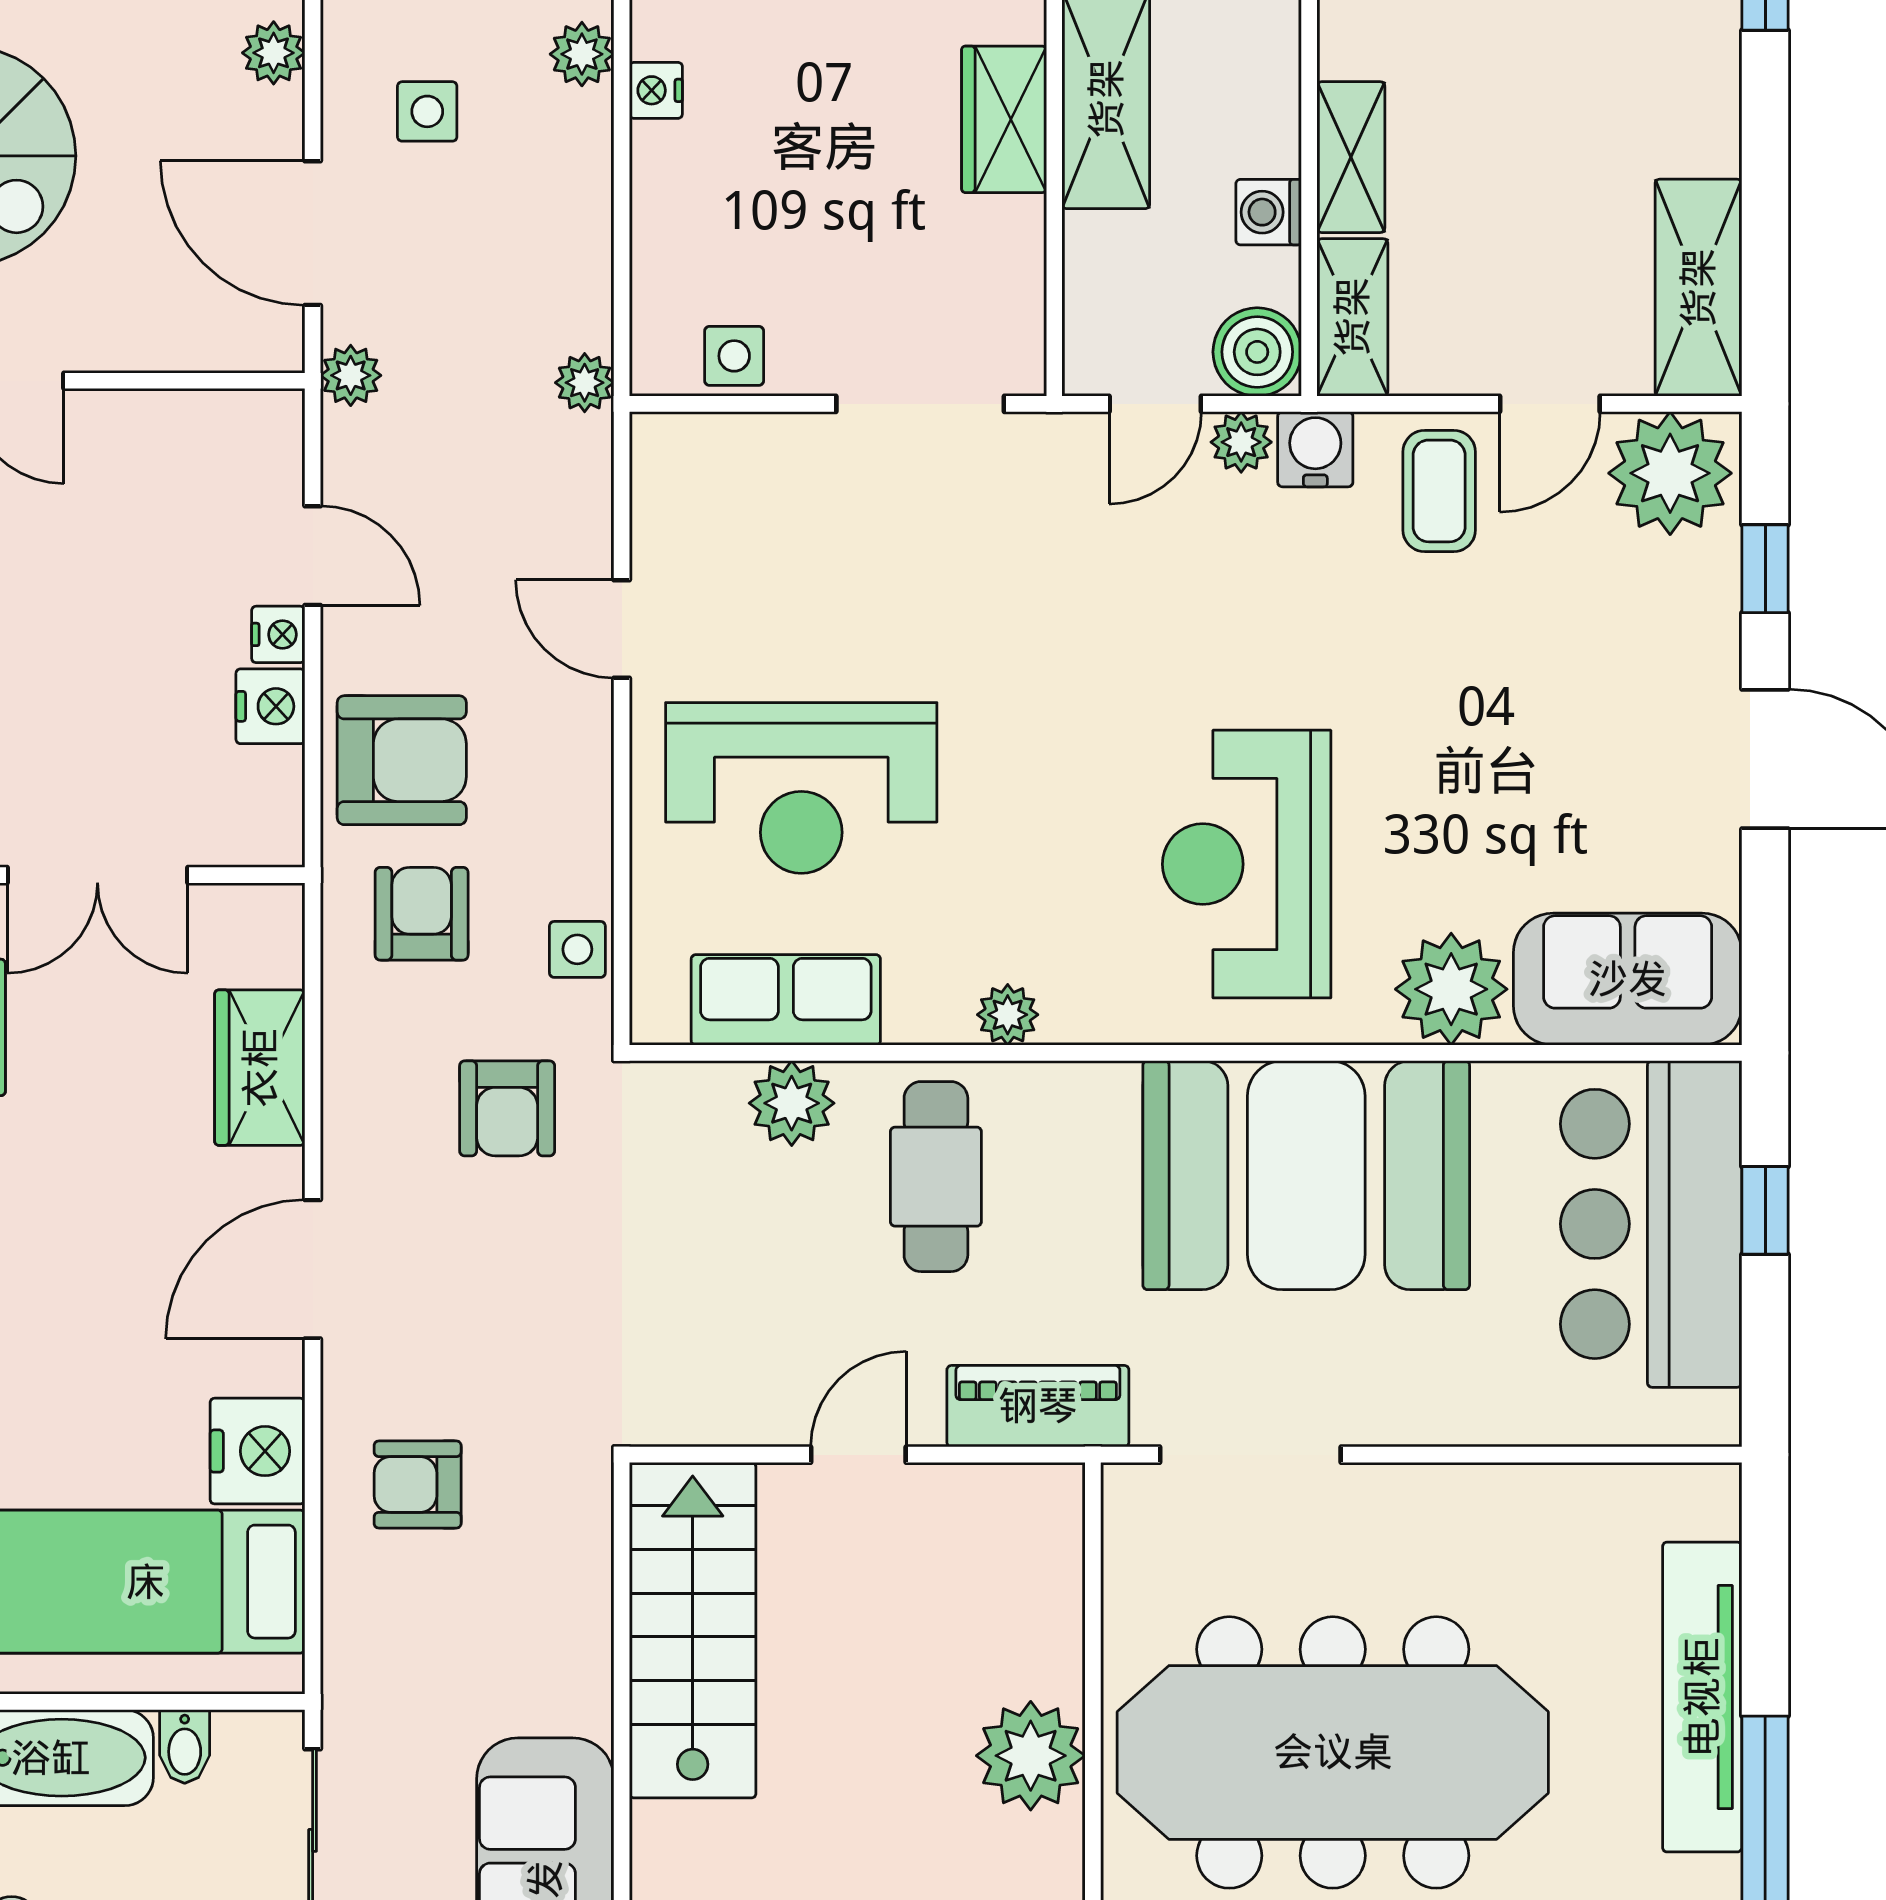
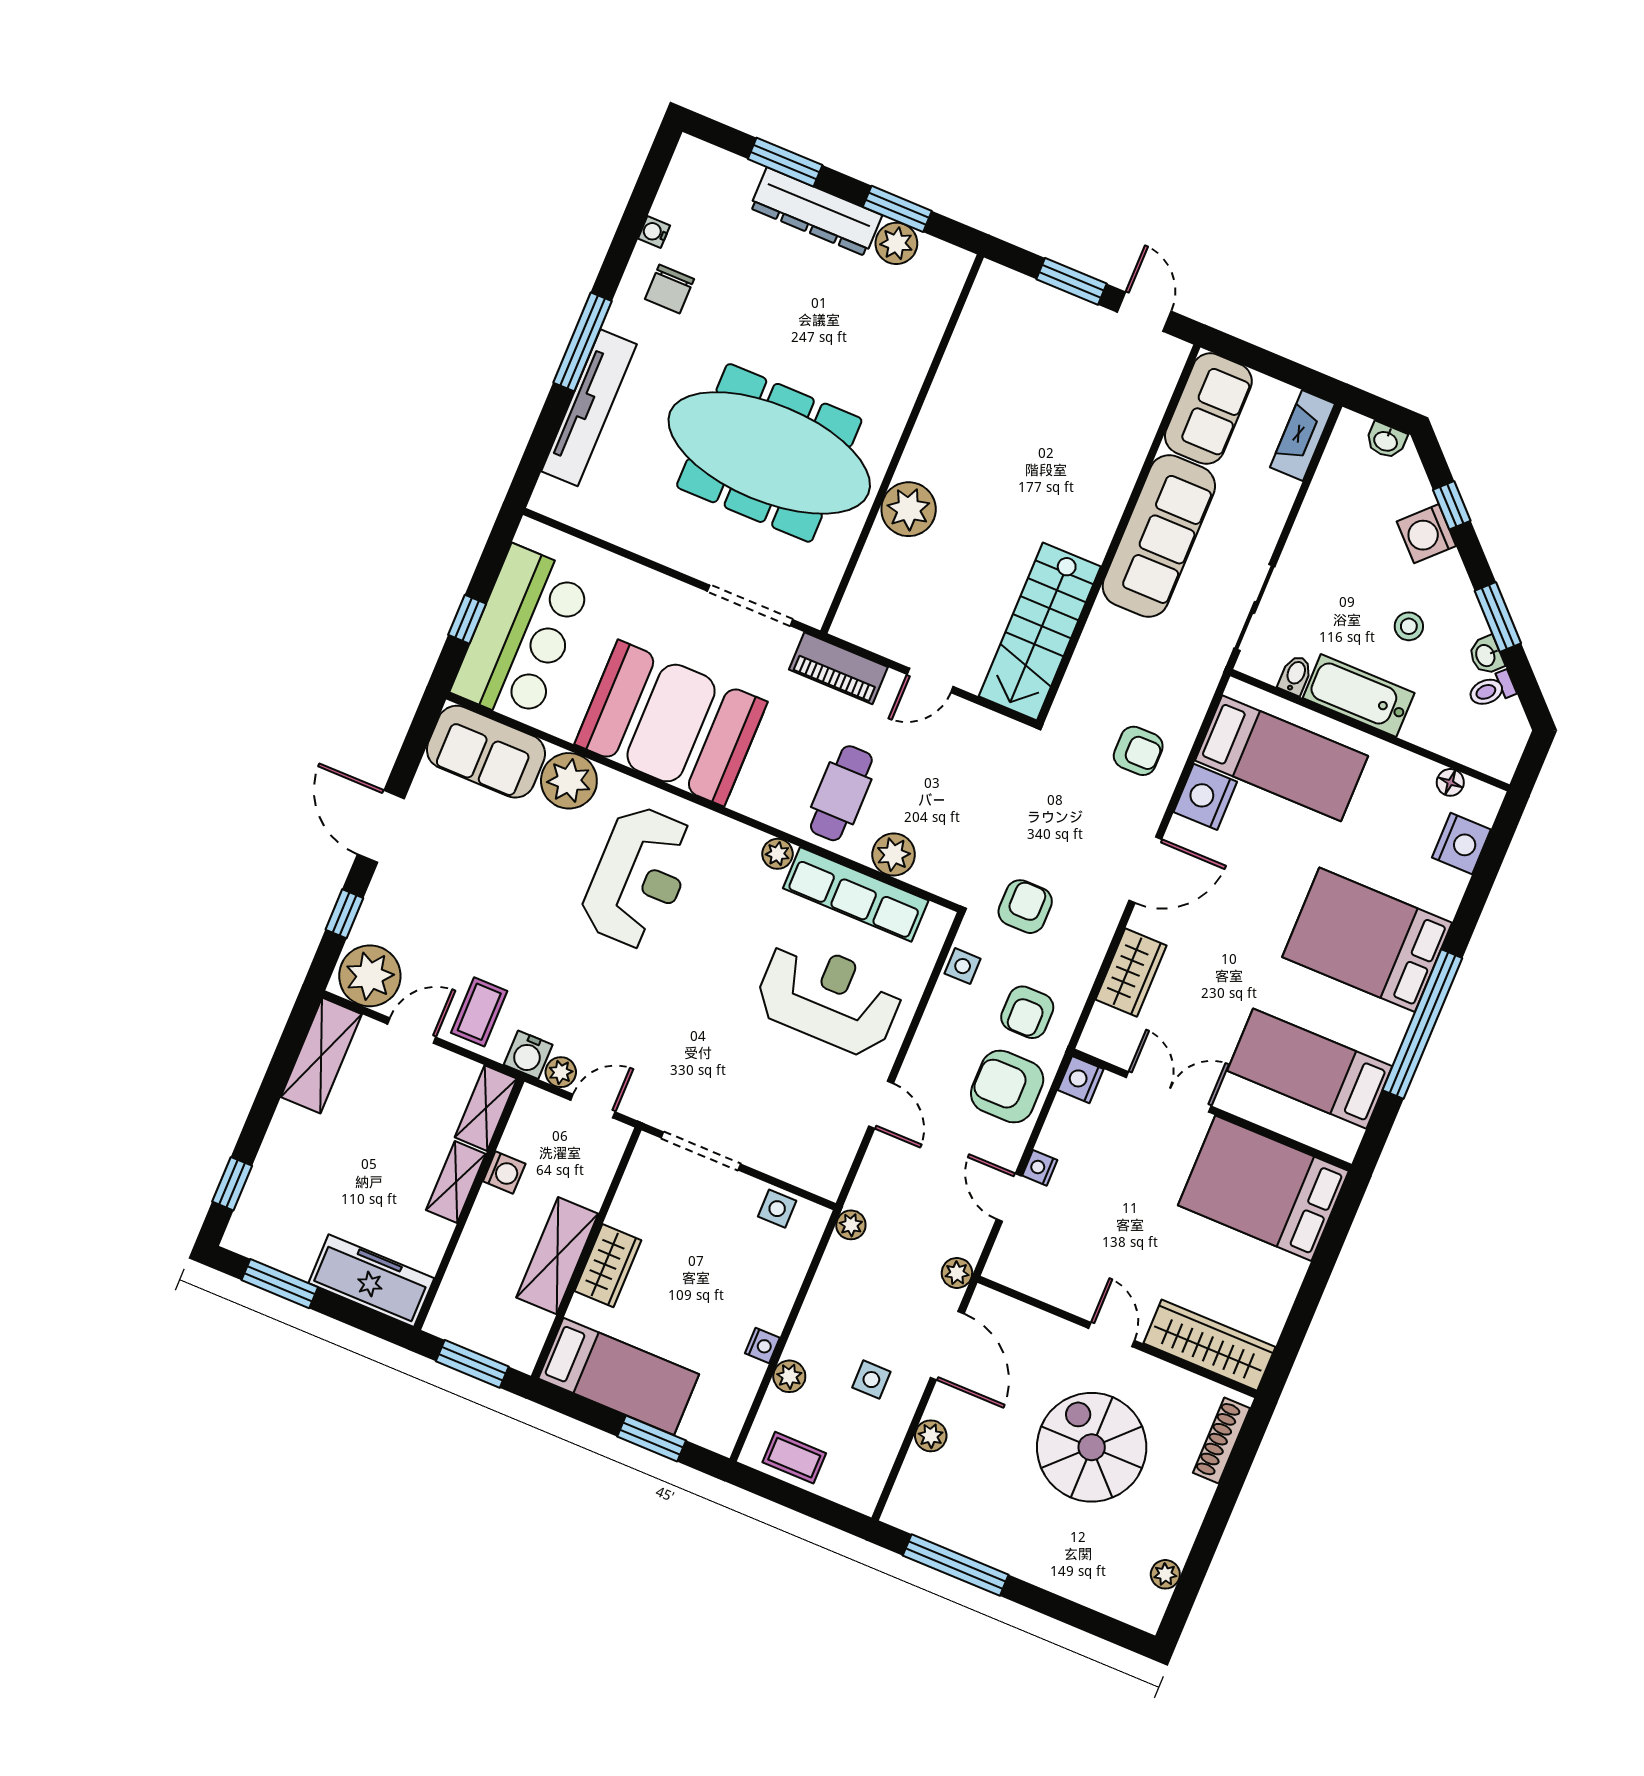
boiler: (1257, 352) -> (536, 1110), removed
nightstand: (270, 706) -> (1081, 1080), moved
row of seats: (786, 1000) -> (856, 894), width x1.48

